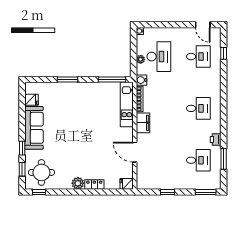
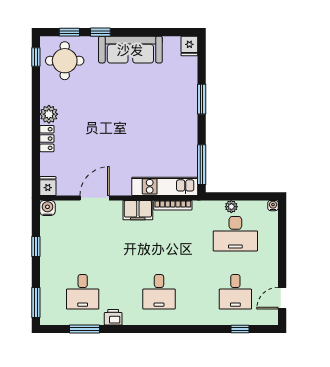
water cooler: (141, 80) -> (47, 208), moved
fridge: (31, 100) -> (189, 46), moved

